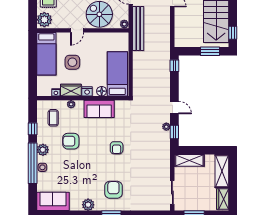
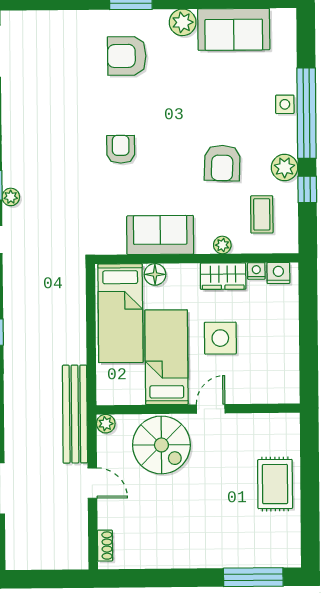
plant: (44, 20) -> (283, 432), removed
bed: (46, 54) -> (166, 357), moved
nightstand: (87, 91) -> (278, 273), moved
armchair: (71, 141) -> (222, 163), turned 92
plant: (43, 150) -> (285, 168), moved
armchair: (113, 190) -> (127, 56), turned 90
sofa: (53, 201) -> (234, 29), moved

